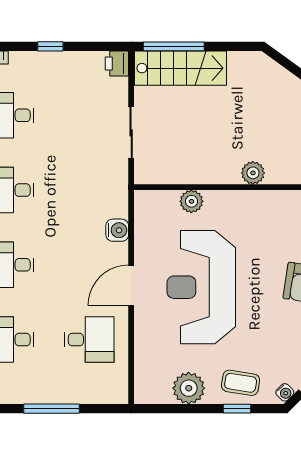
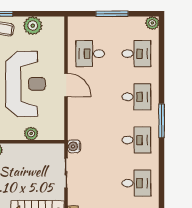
water cooler: (117, 230) -> (74, 146), moved
door: (131, 285) -> (66, 85), hinge flipped

